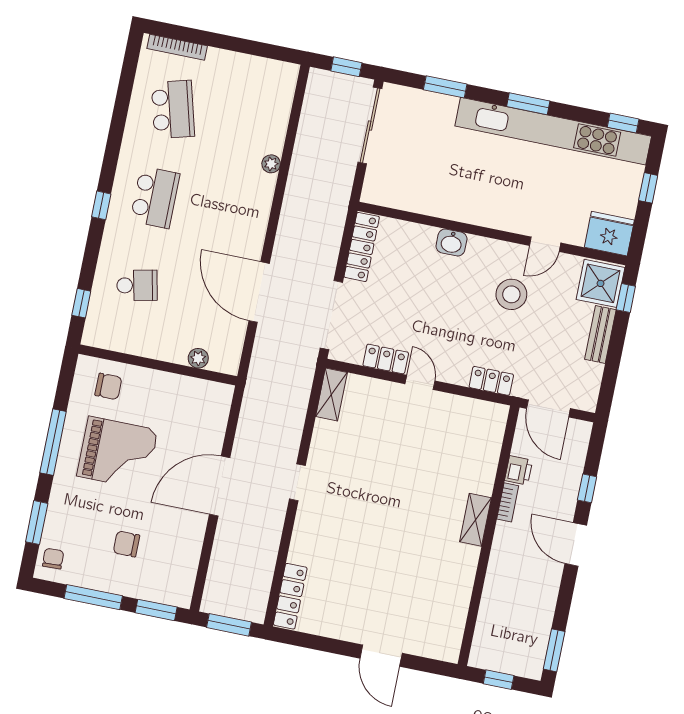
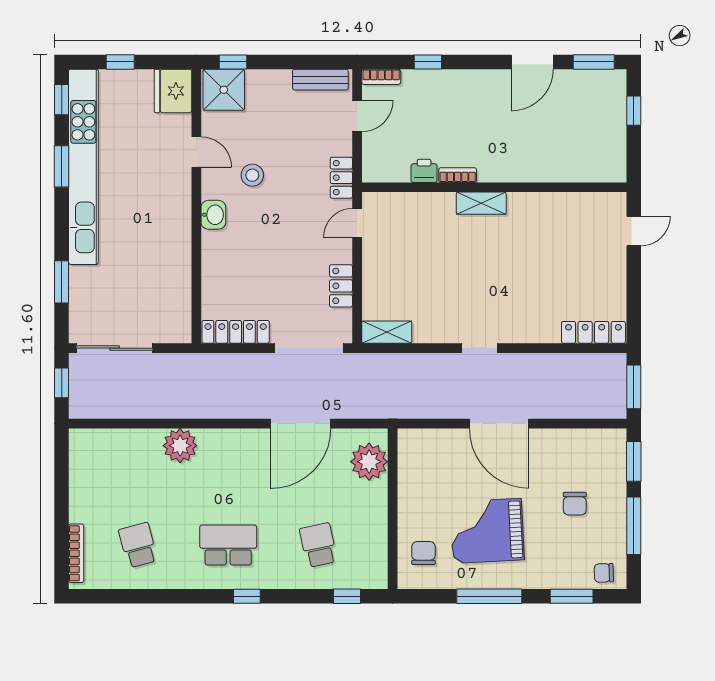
window: (528, 104) -> (62, 166), moved
school desk: (173, 109) -> (138, 545), width x0.54
plant: (271, 164) -> (180, 446), width x1.88, depth x1.88
washbasin: (451, 243) -> (213, 215), moved
stool: (511, 294) -> (252, 175), width x0.73, depth x0.73
bench: (600, 335) -> (320, 80), moved
plant: (198, 358) -> (369, 462), width x1.88, depth x1.88
door: (420, 382) -> (357, 223), moved
door: (548, 408) -> (357, 116), width x0.73
bookcase: (582, 440) -> (381, 77), added
grand piano: (117, 453) -> (487, 531), turned -93
printer: (519, 470) -> (424, 171), moved
bookcase: (508, 502) -> (458, 175), moved
shelving: (475, 520) -> (481, 203), moved
wall: (488, 536) -> (494, 187), moved
door: (576, 544) -> (532, 62), moved
door: (381, 656) -> (634, 231), width x0.73

